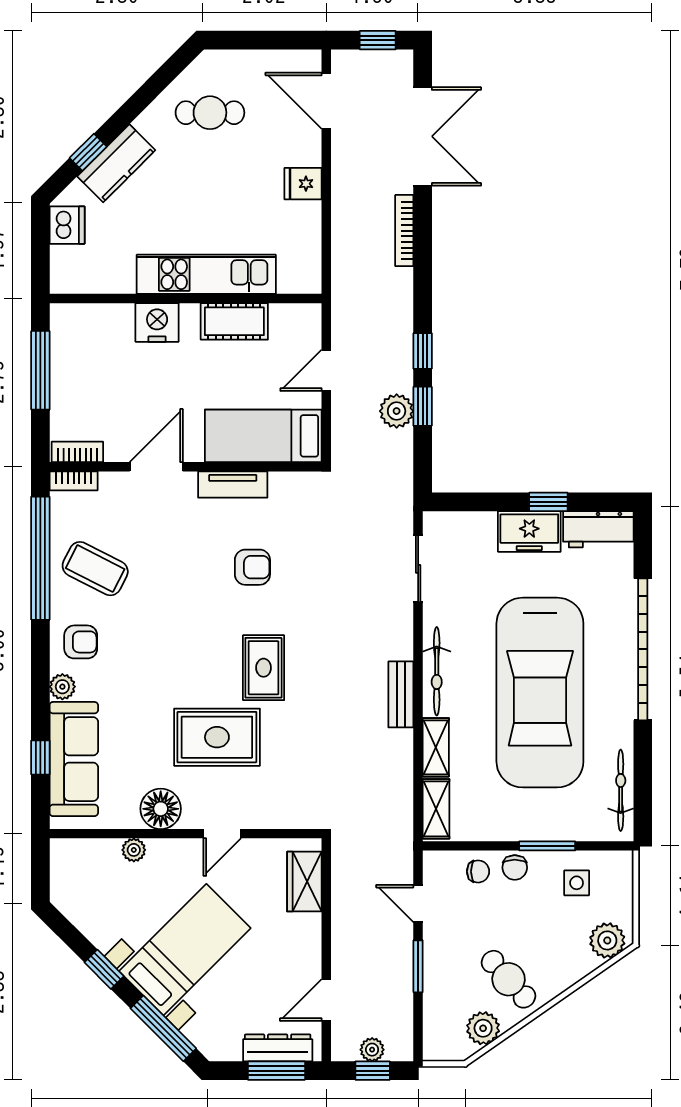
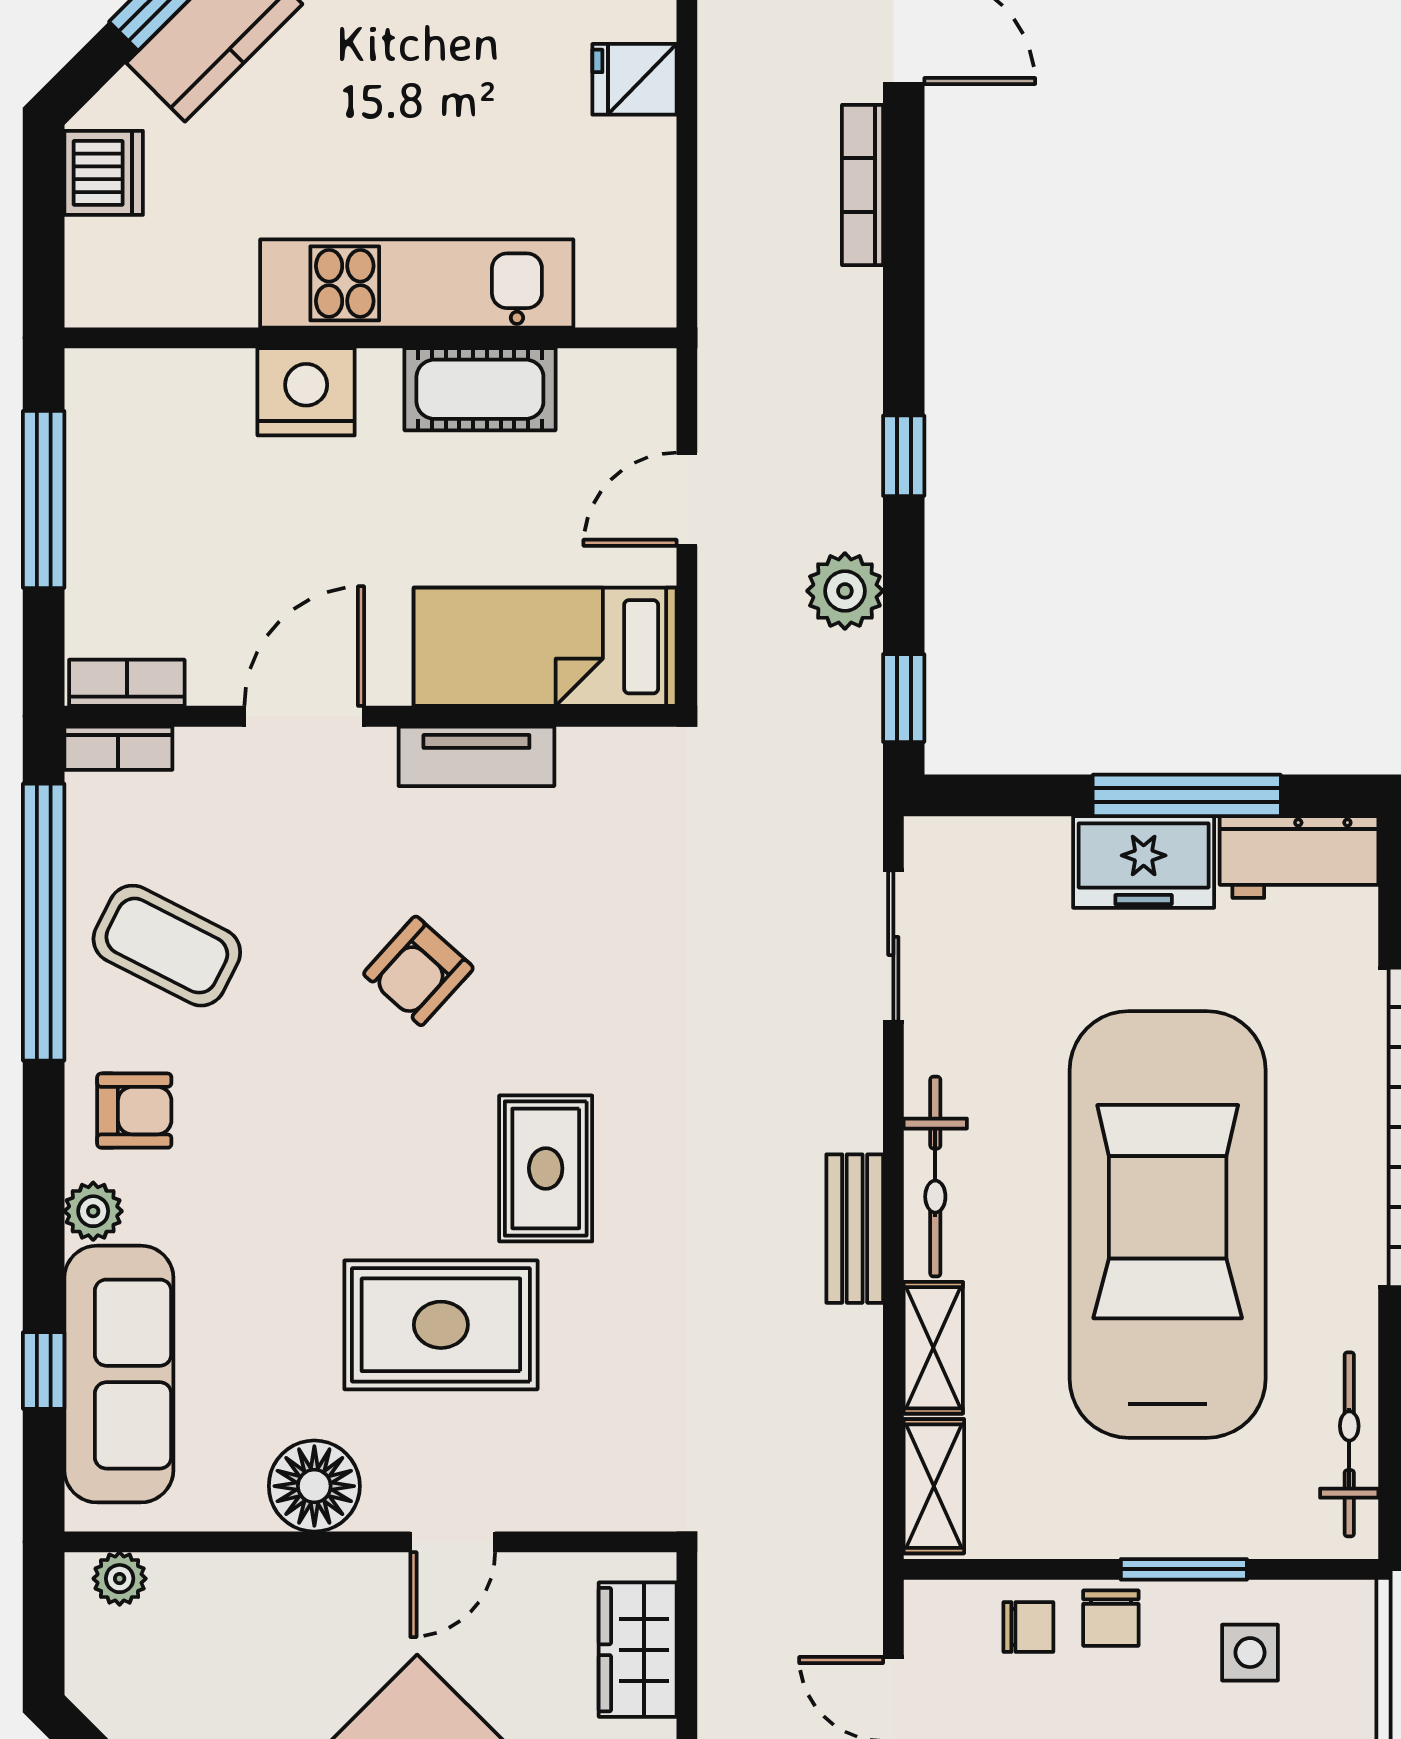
window: (423, 406) -> (904, 698), moved
window: (548, 502) -> (1187, 795), width x2.17
armchair: (252, 567) -> (418, 971), moved, turned 132
car: (540, 693) -> (1168, 1224), turned 180
plant: (134, 850) -> (120, 1579), moved

